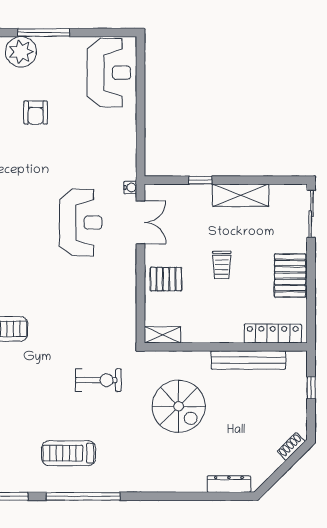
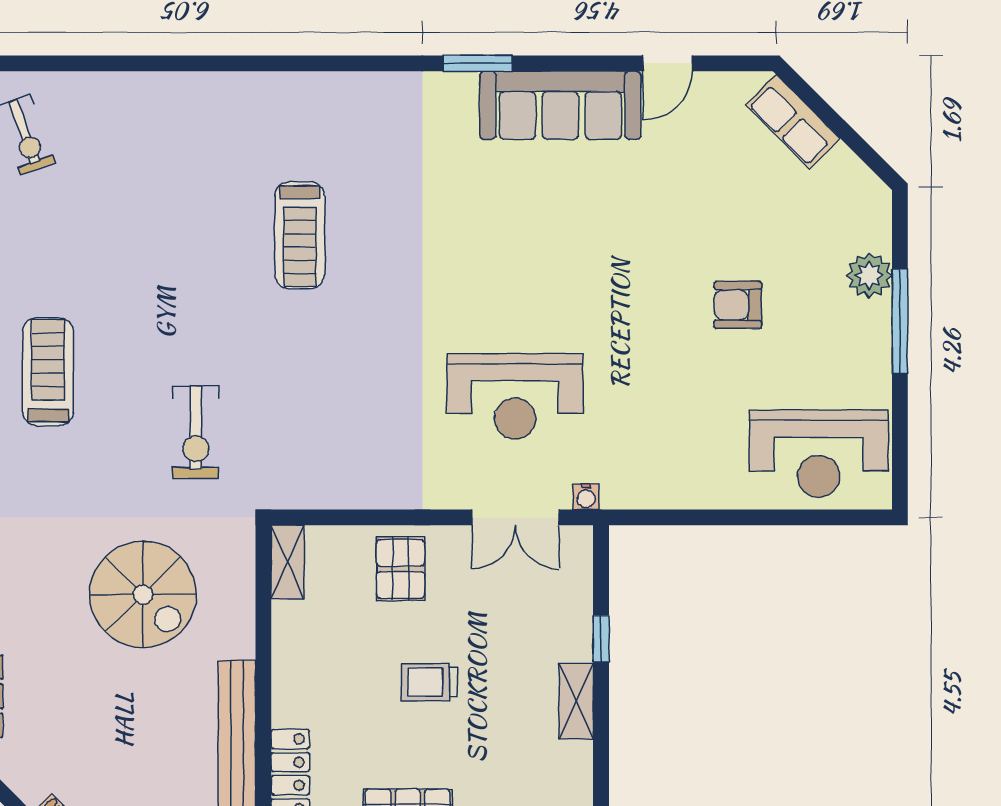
plant: (21, 52) -> (869, 275), width x0.73, depth x0.73
shelving: (241, 195) -> (576, 701), width x0.67, depth x0.75
spiral stairs: (179, 406) -> (143, 595), turned -90

